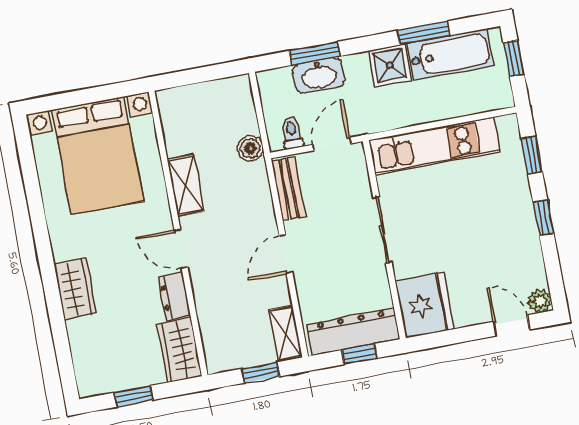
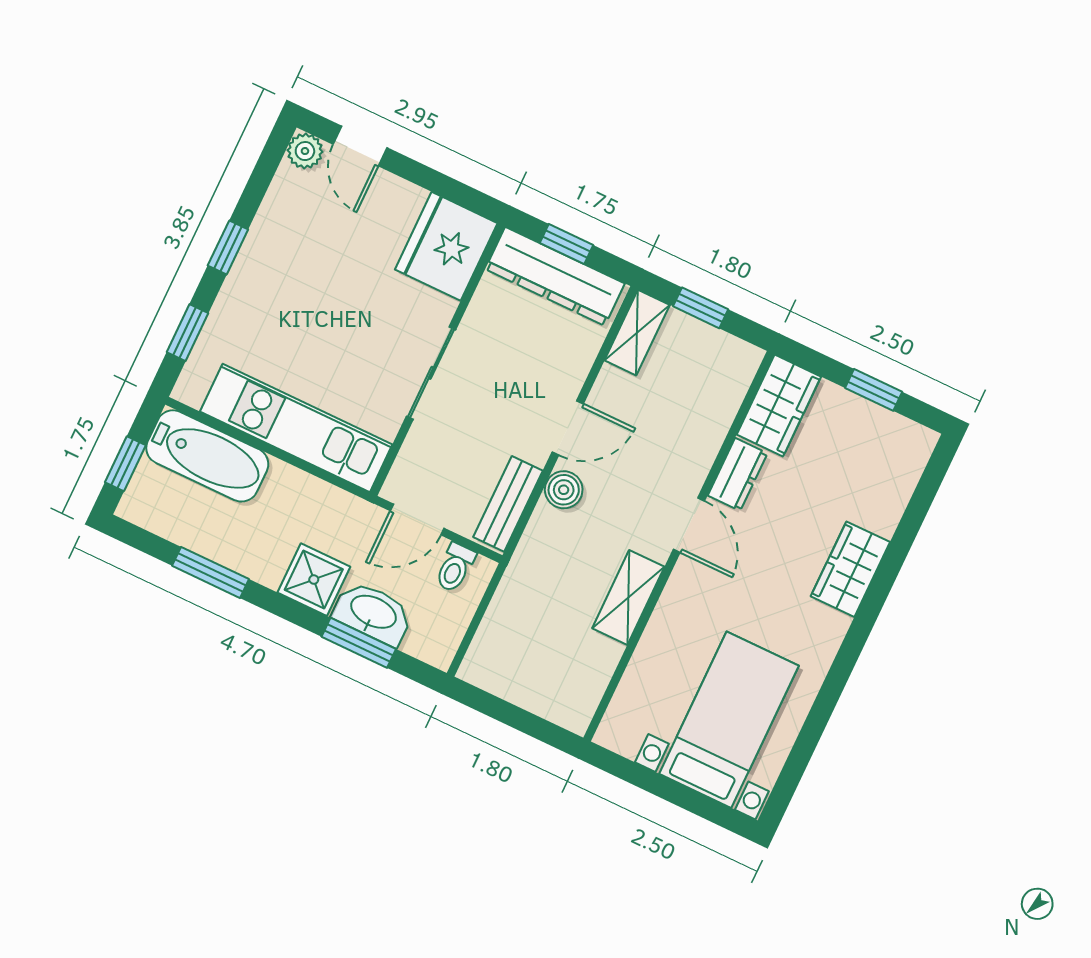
bathtub: (450, 55) -> (207, 456), moved, turned 180
shower: (390, 65) -> (314, 580), moved
boiler: (250, 148) -> (564, 490), moved
bed with nightstands: (98, 155) -> (729, 720), width x0.73

